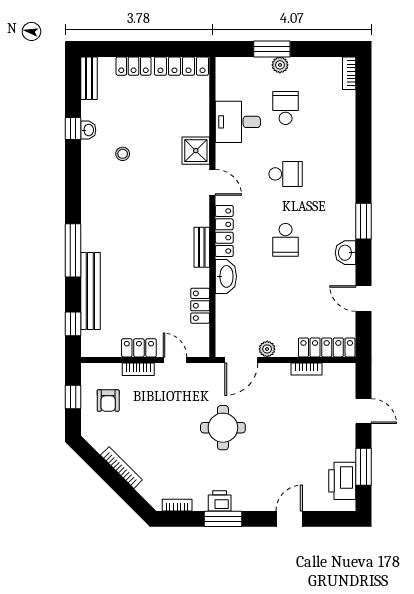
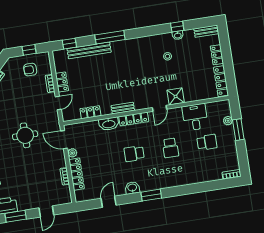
plant: (280, 65) -> (228, 121), moved
locker: (327, 347) -> (77, 174), moved

